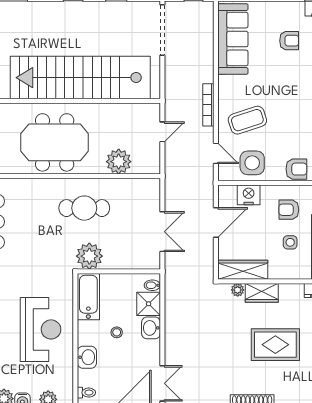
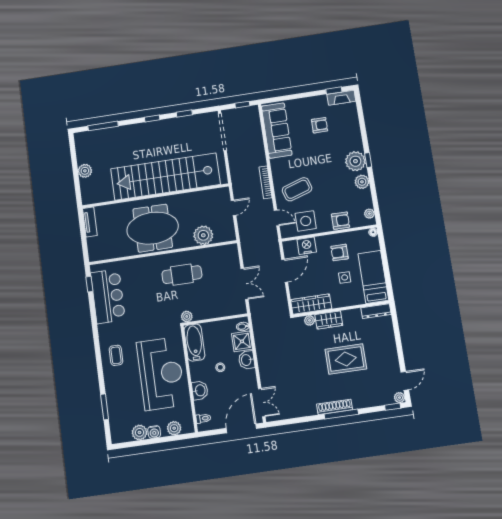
plant: (89, 256) -> (187, 316), width x0.53, depth x0.53
reception desk: (41, 329) -> (161, 374), width x1.36, depth x1.30

